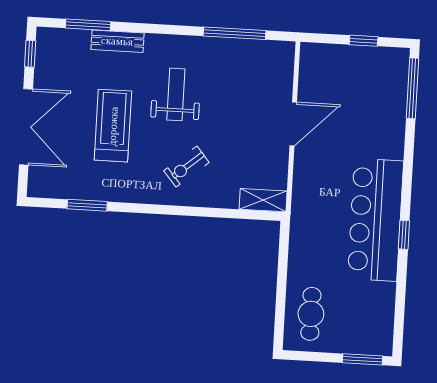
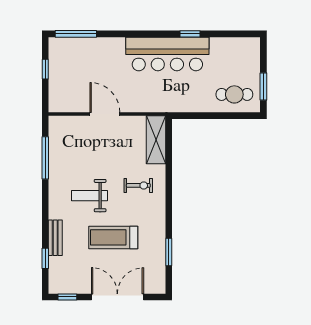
window: (88, 25) -> (45, 258), width x0.67
exercise bike: (186, 167) -> (138, 185), turned -50
shelving: (263, 200) -> (156, 140), width x1.50, depth x1.33
window: (404, 235) -> (190, 34), moved
window: (363, 359) -> (263, 87), moved

